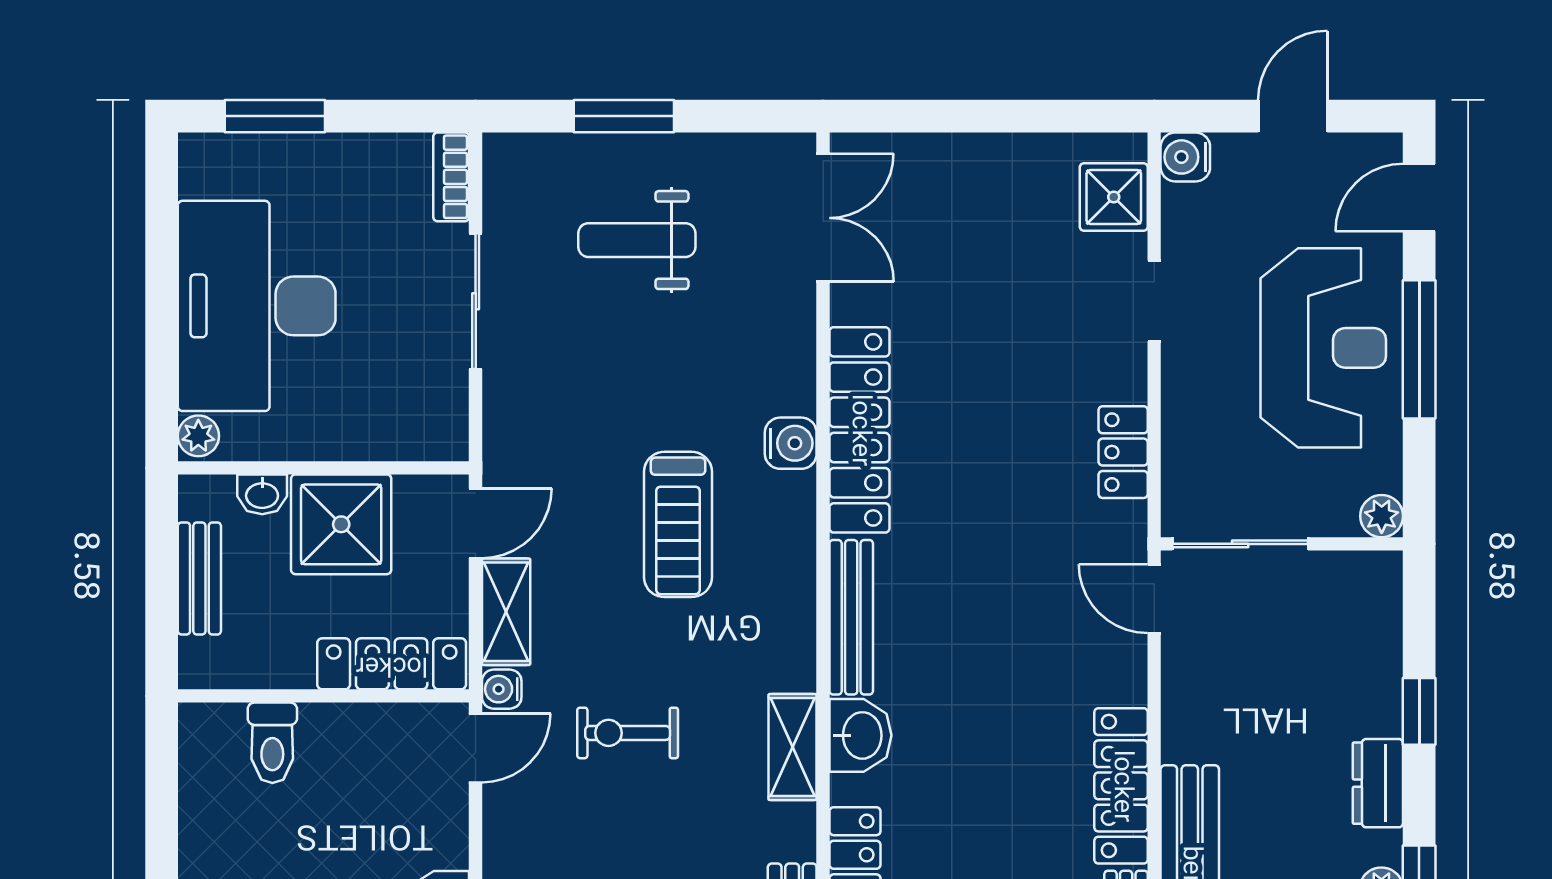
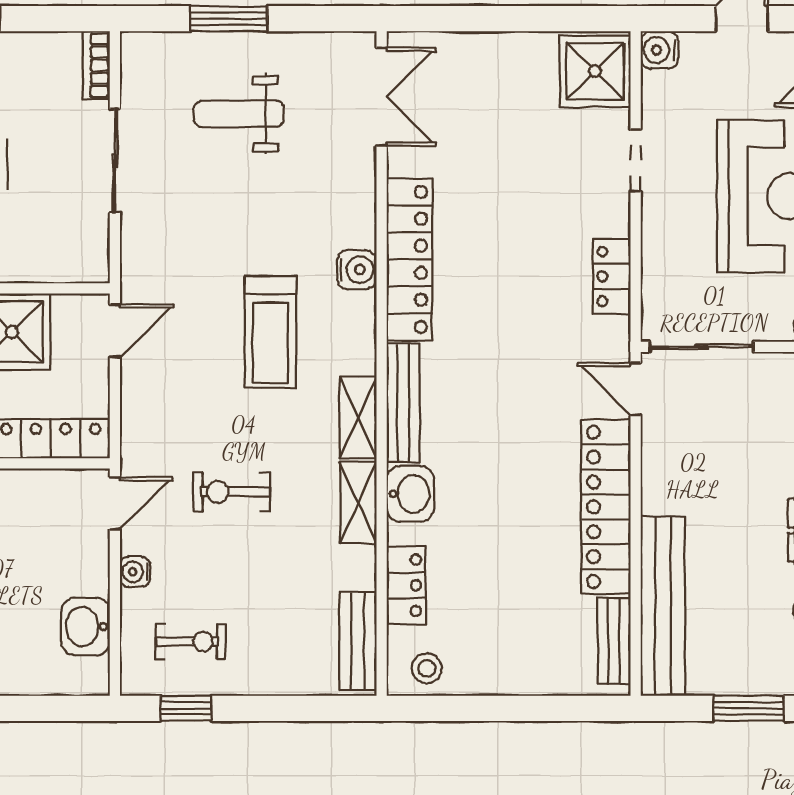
shower: (1114, 197) -> (595, 71), width x1.36, depth x1.36
shelving: (506, 612) -> (358, 418), moved
water cooler: (502, 689) -> (135, 572), moved
locker: (1121, 786) -> (606, 507), width x1.41, depth x1.21

